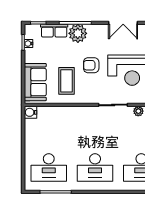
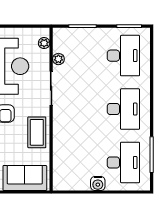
coffee table: (66, 81) -> (37, 132), moved, turned 90
water cooler: (31, 112) -> (98, 183), moved

